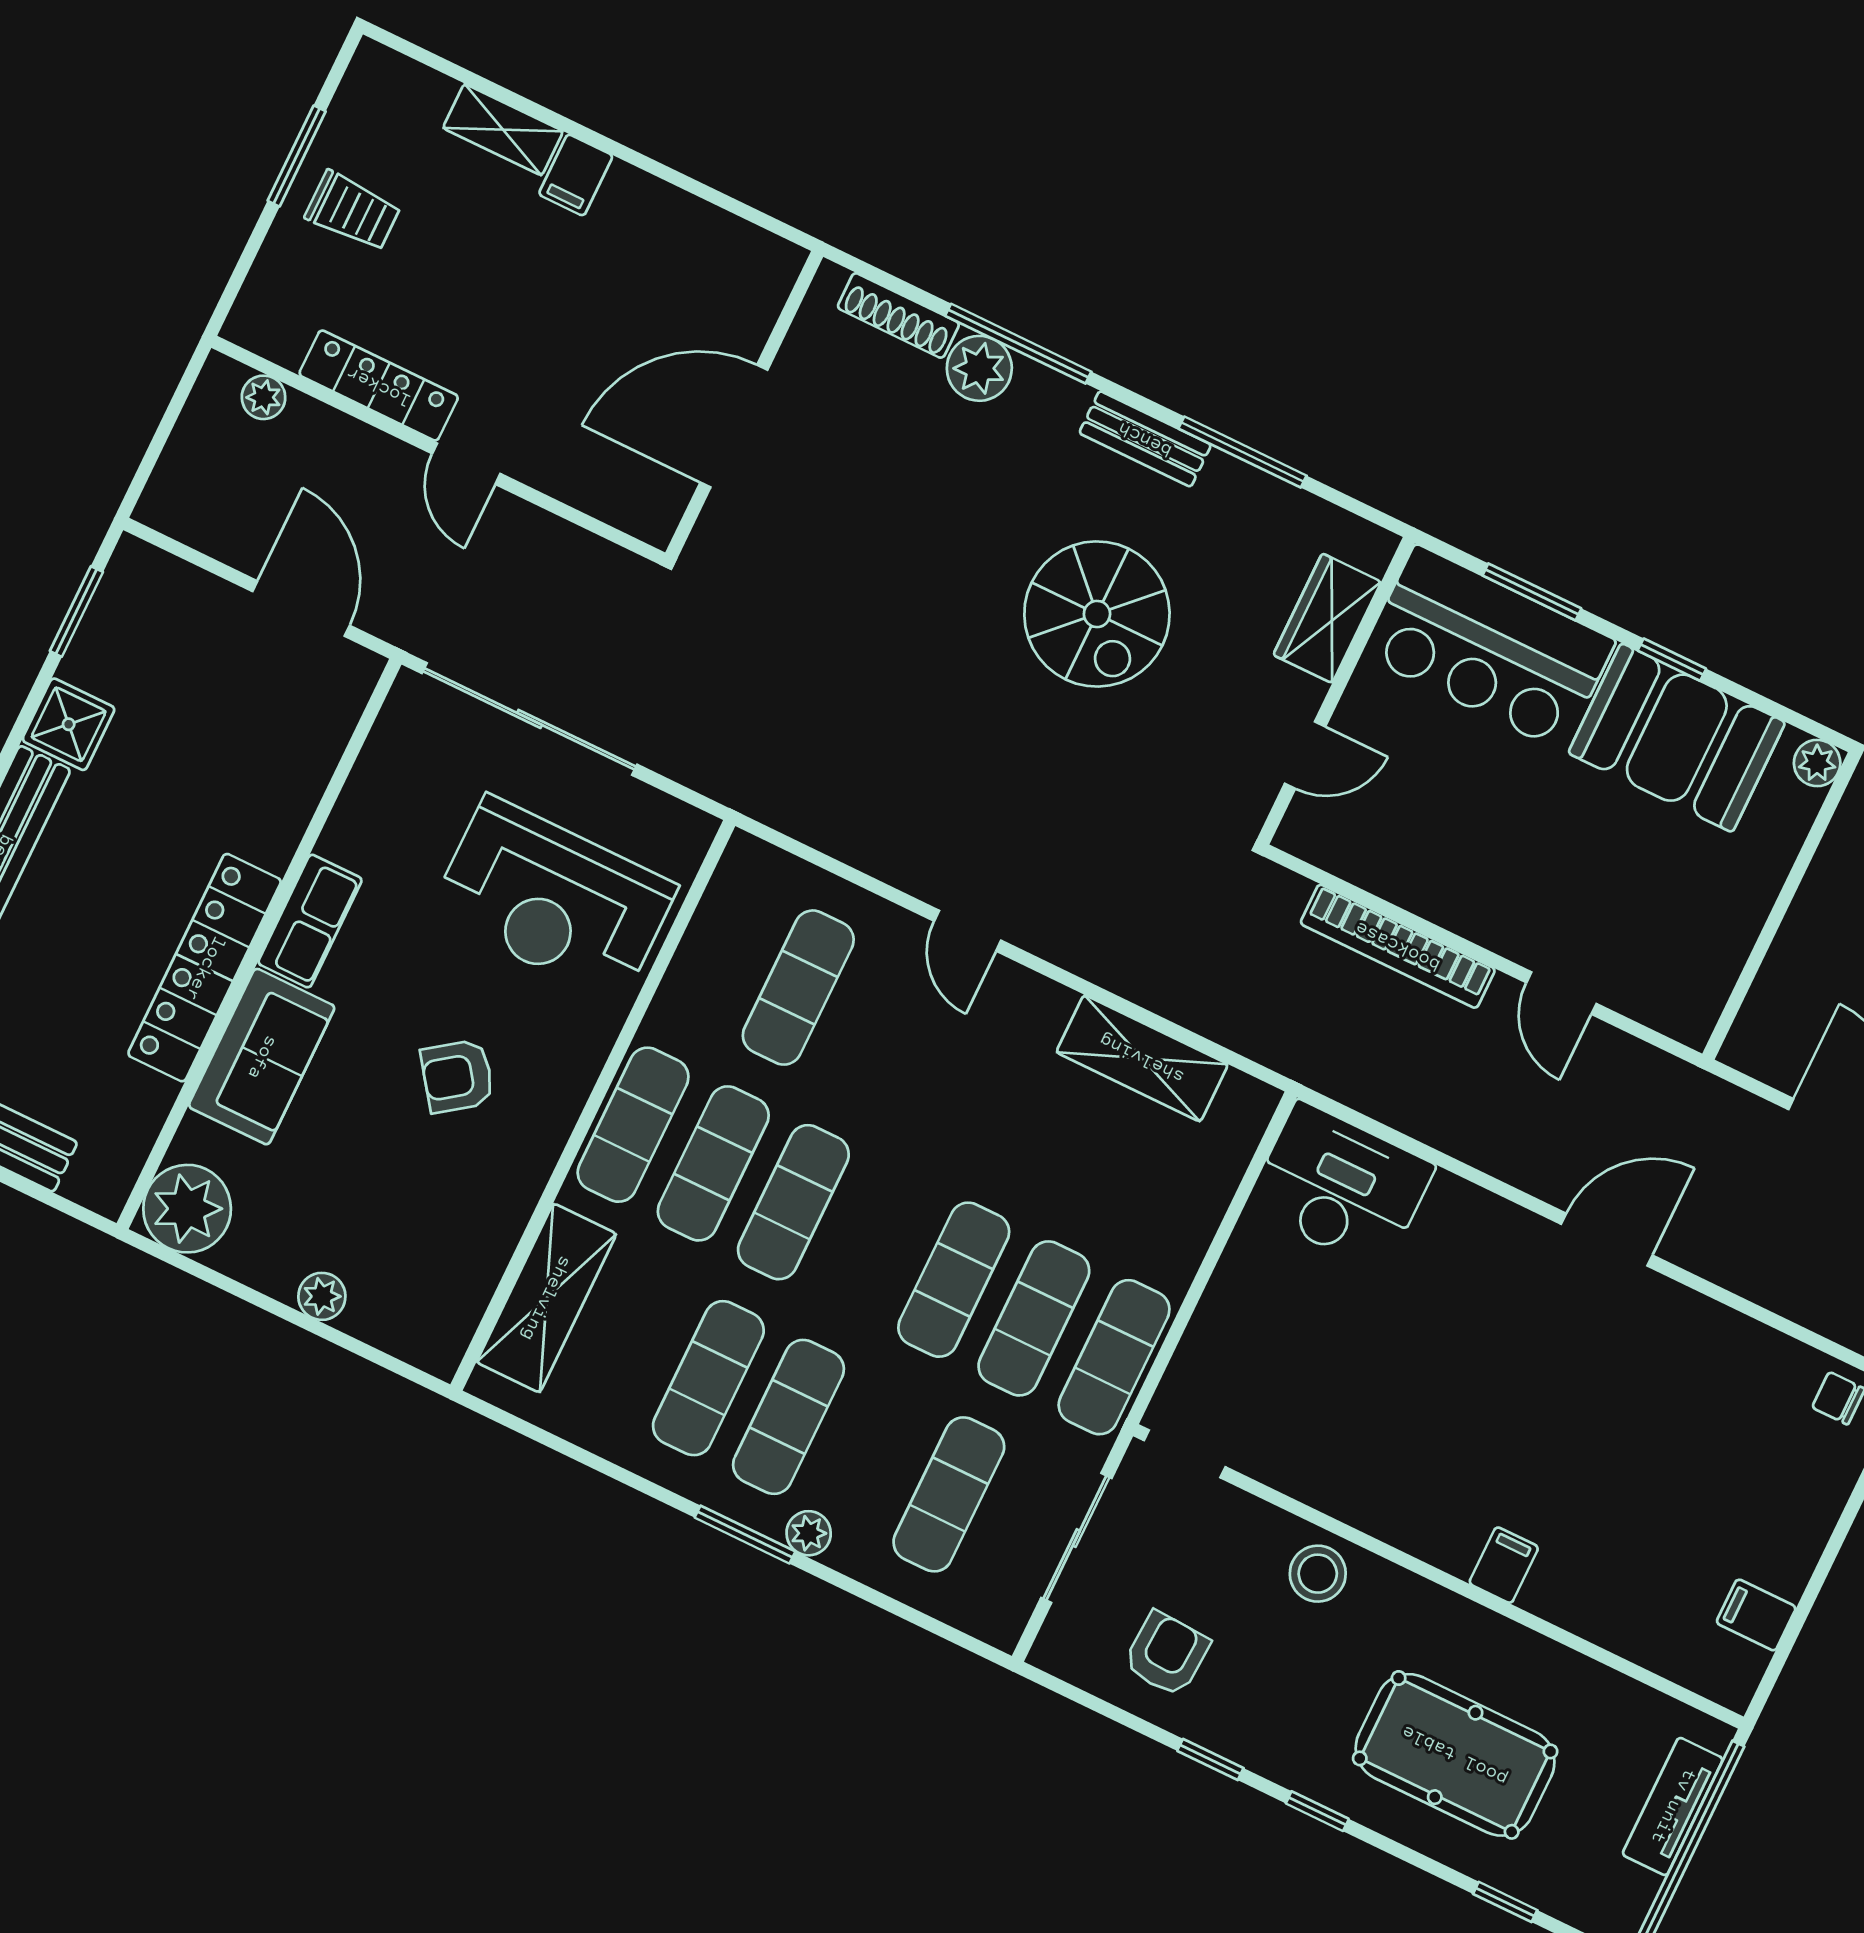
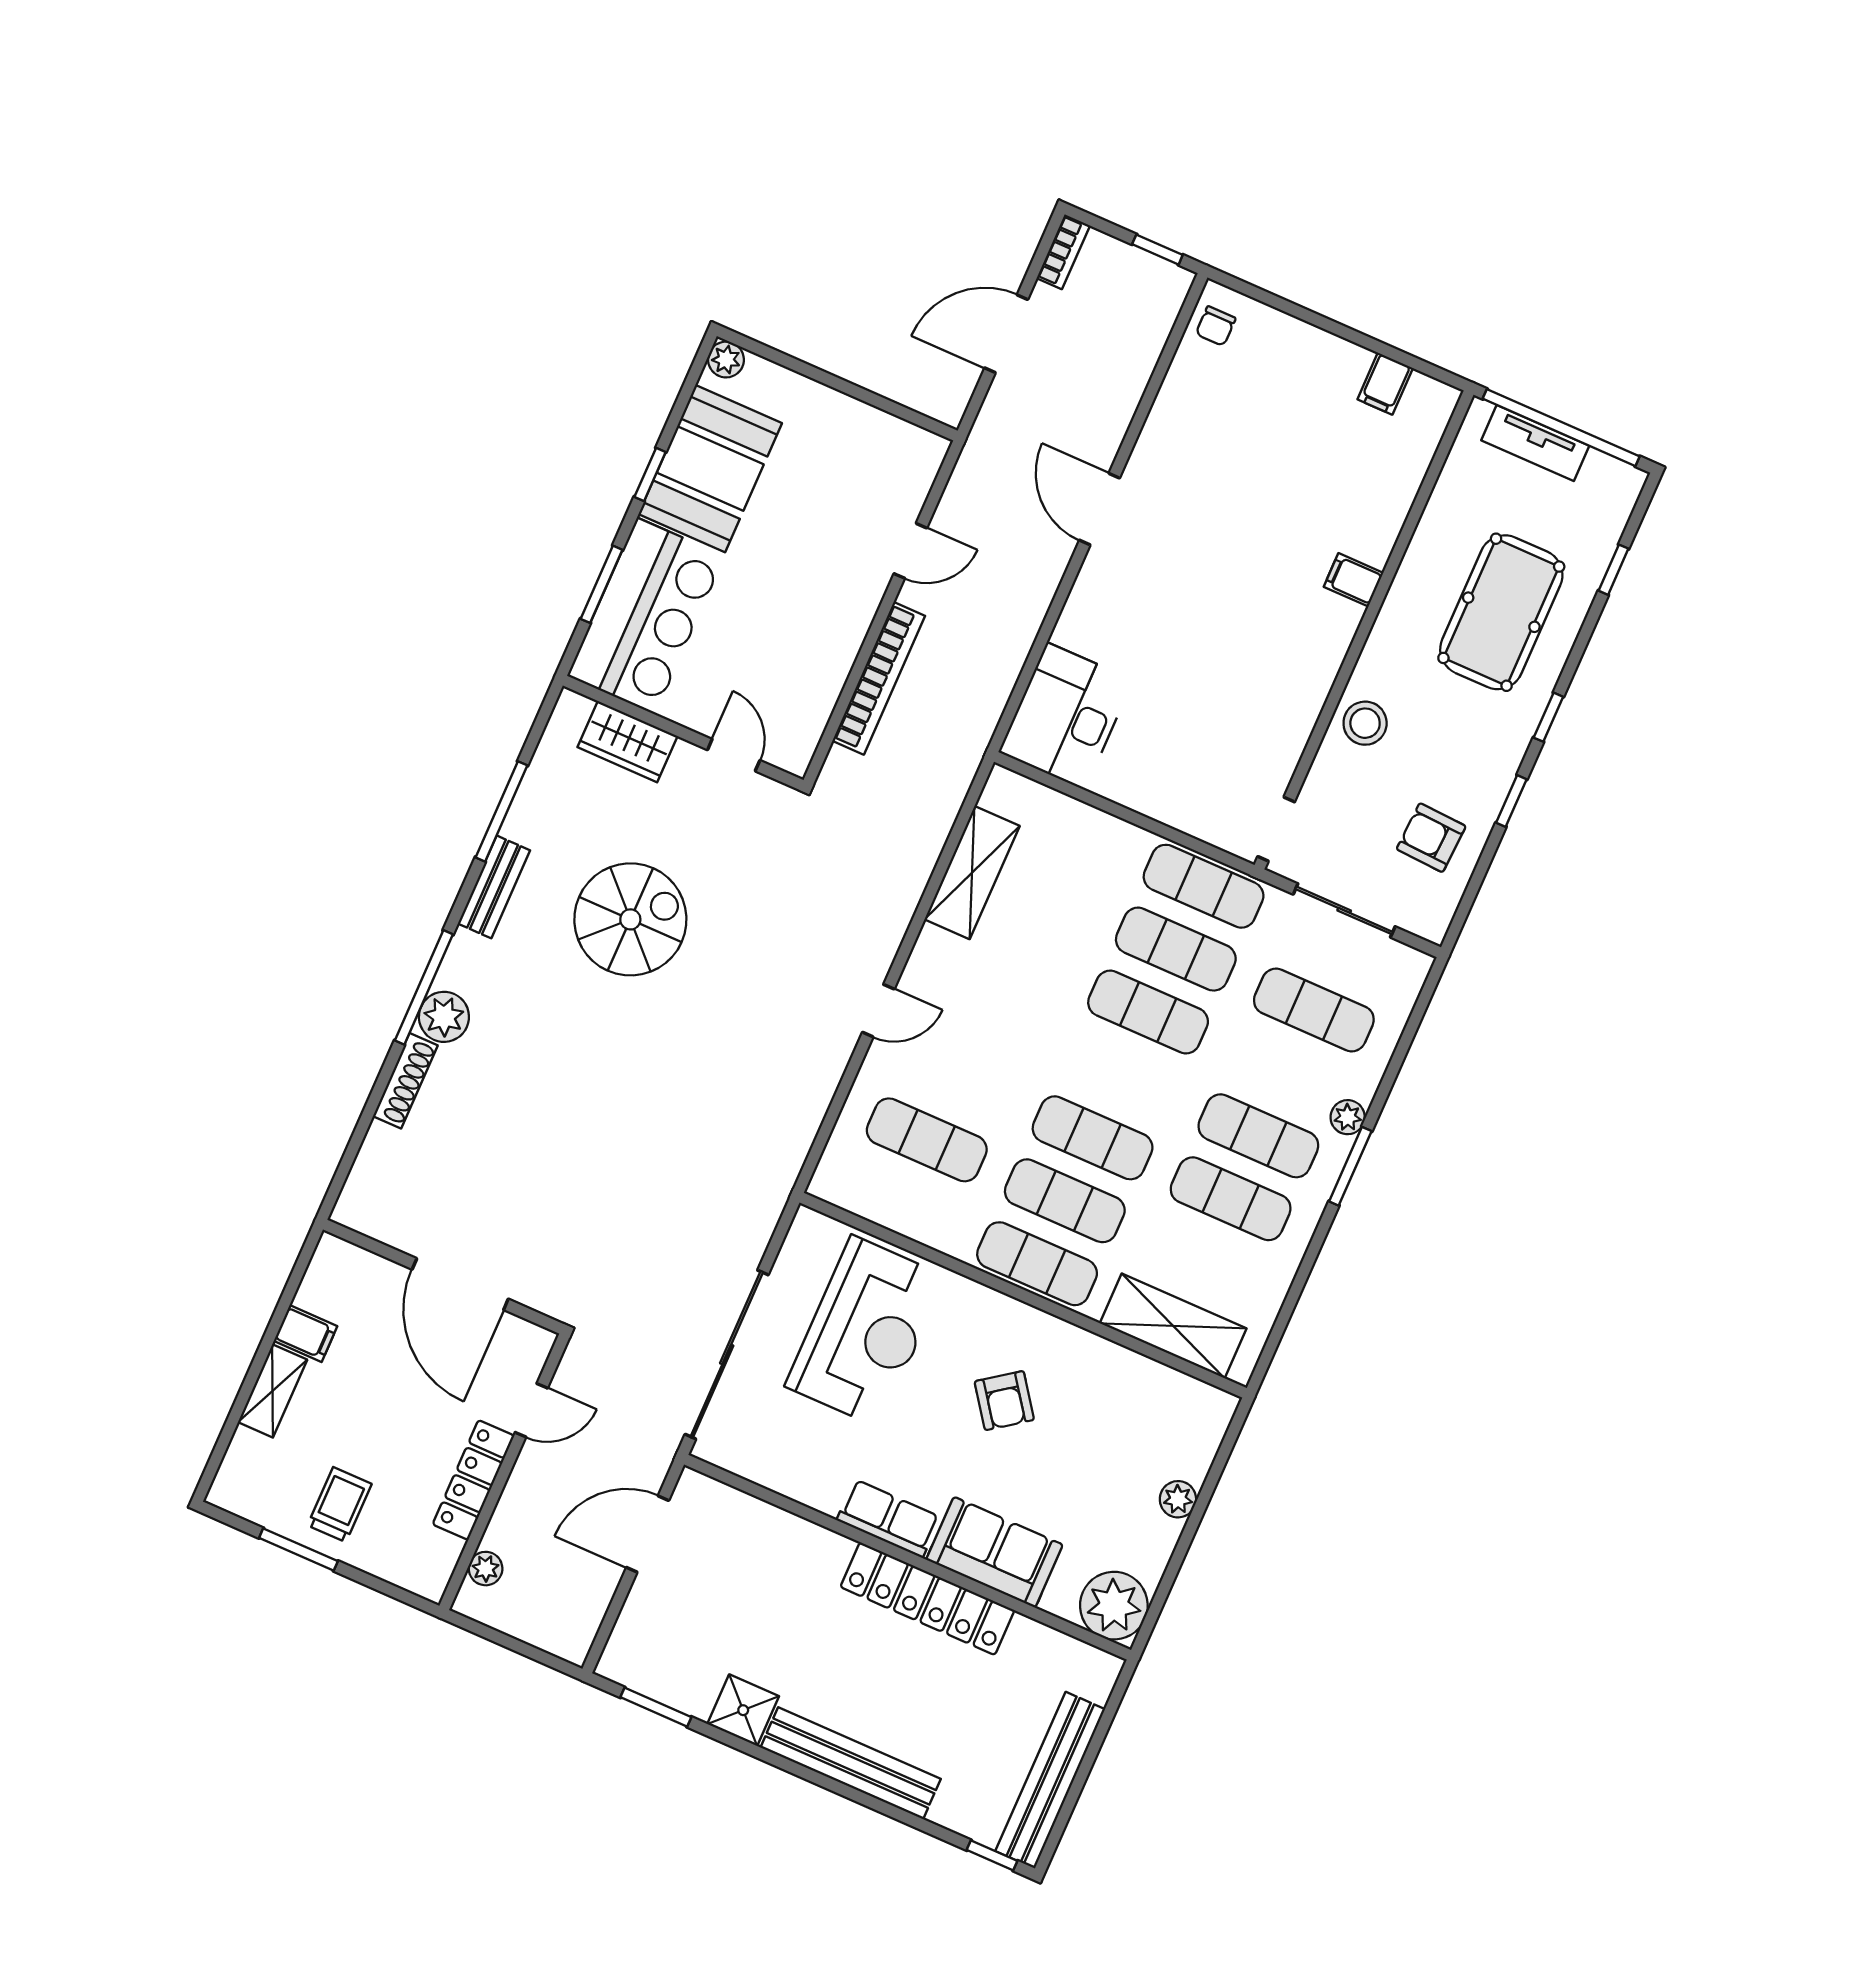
wall: (744, 405) -> (443, 1277), moved
door: (734, 426) -> (460, 1284), moved

